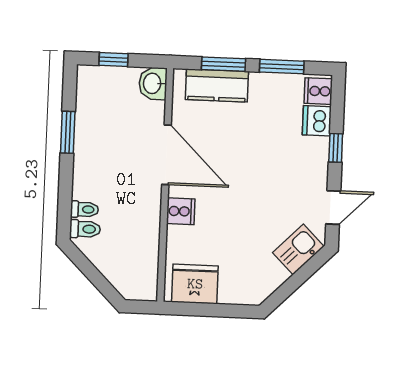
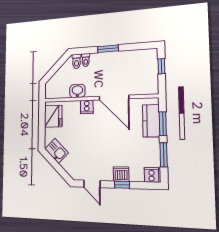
washbasin: (153, 83) -> (77, 91), moved
dishwasher: (317, 121) -> (121, 174), moved
window: (68, 132) -> (108, 49), moved
door: (166, 155) -> (114, 98), hinge flipped
kitchen sink: (298, 249) -> (57, 151), moved

